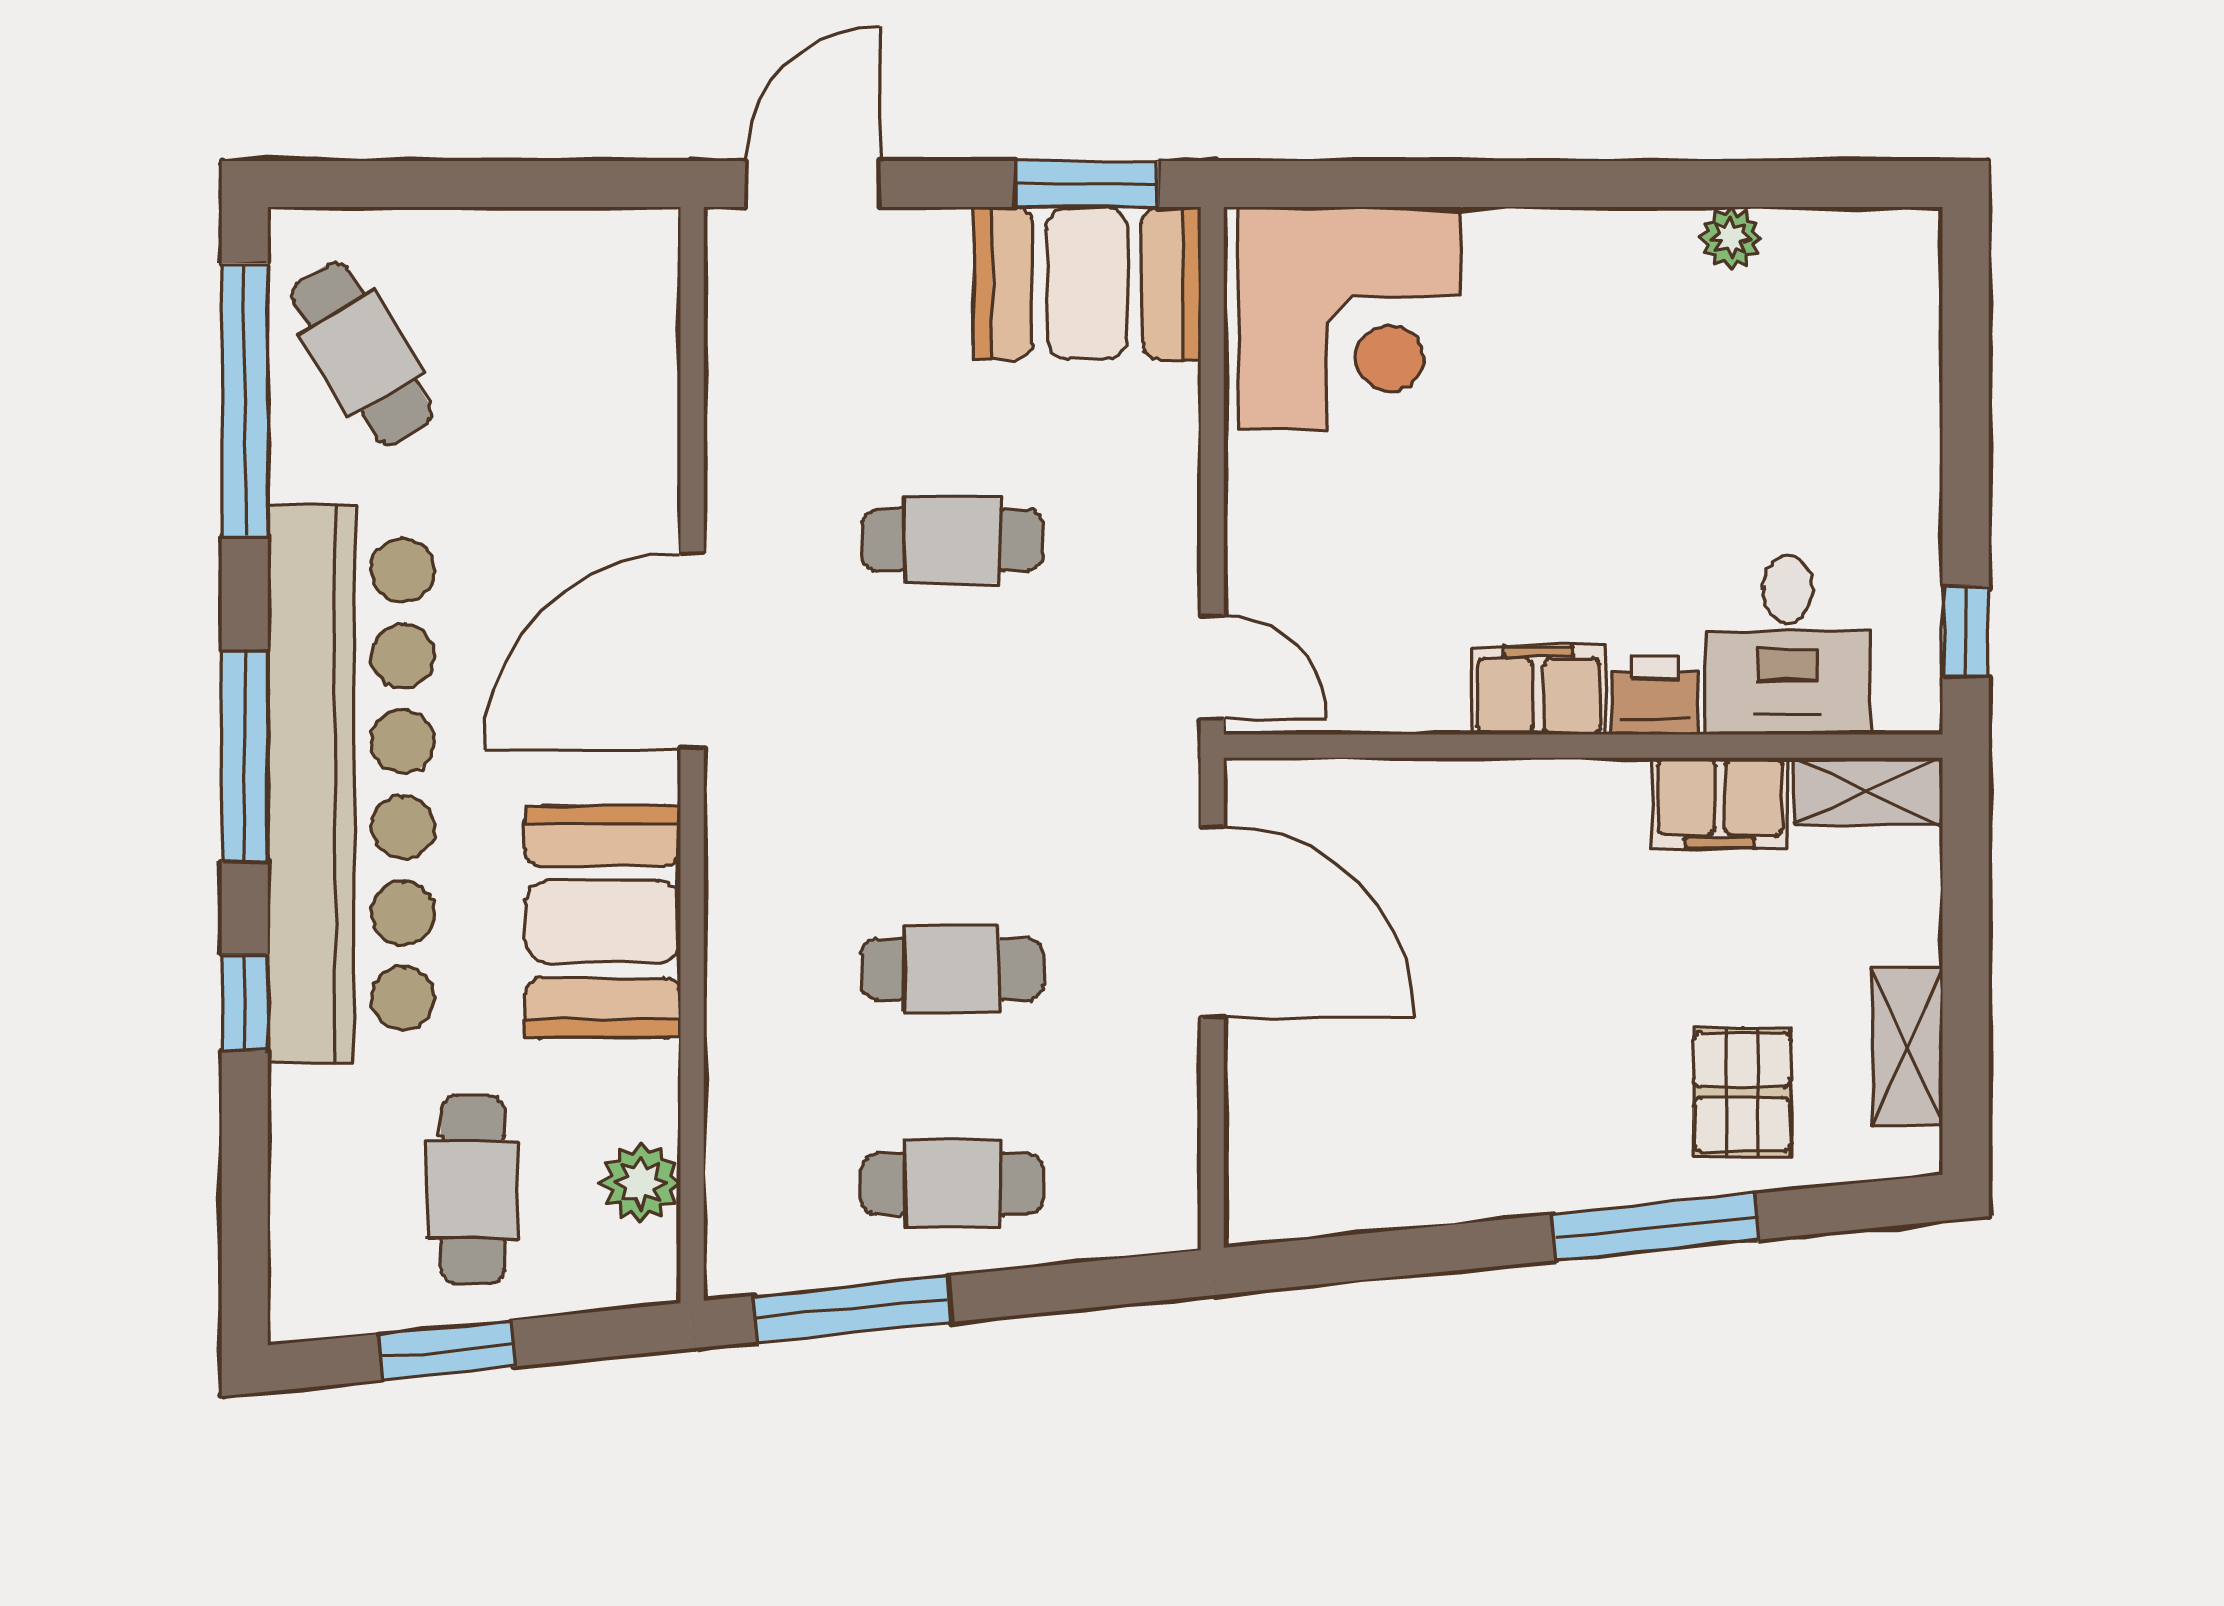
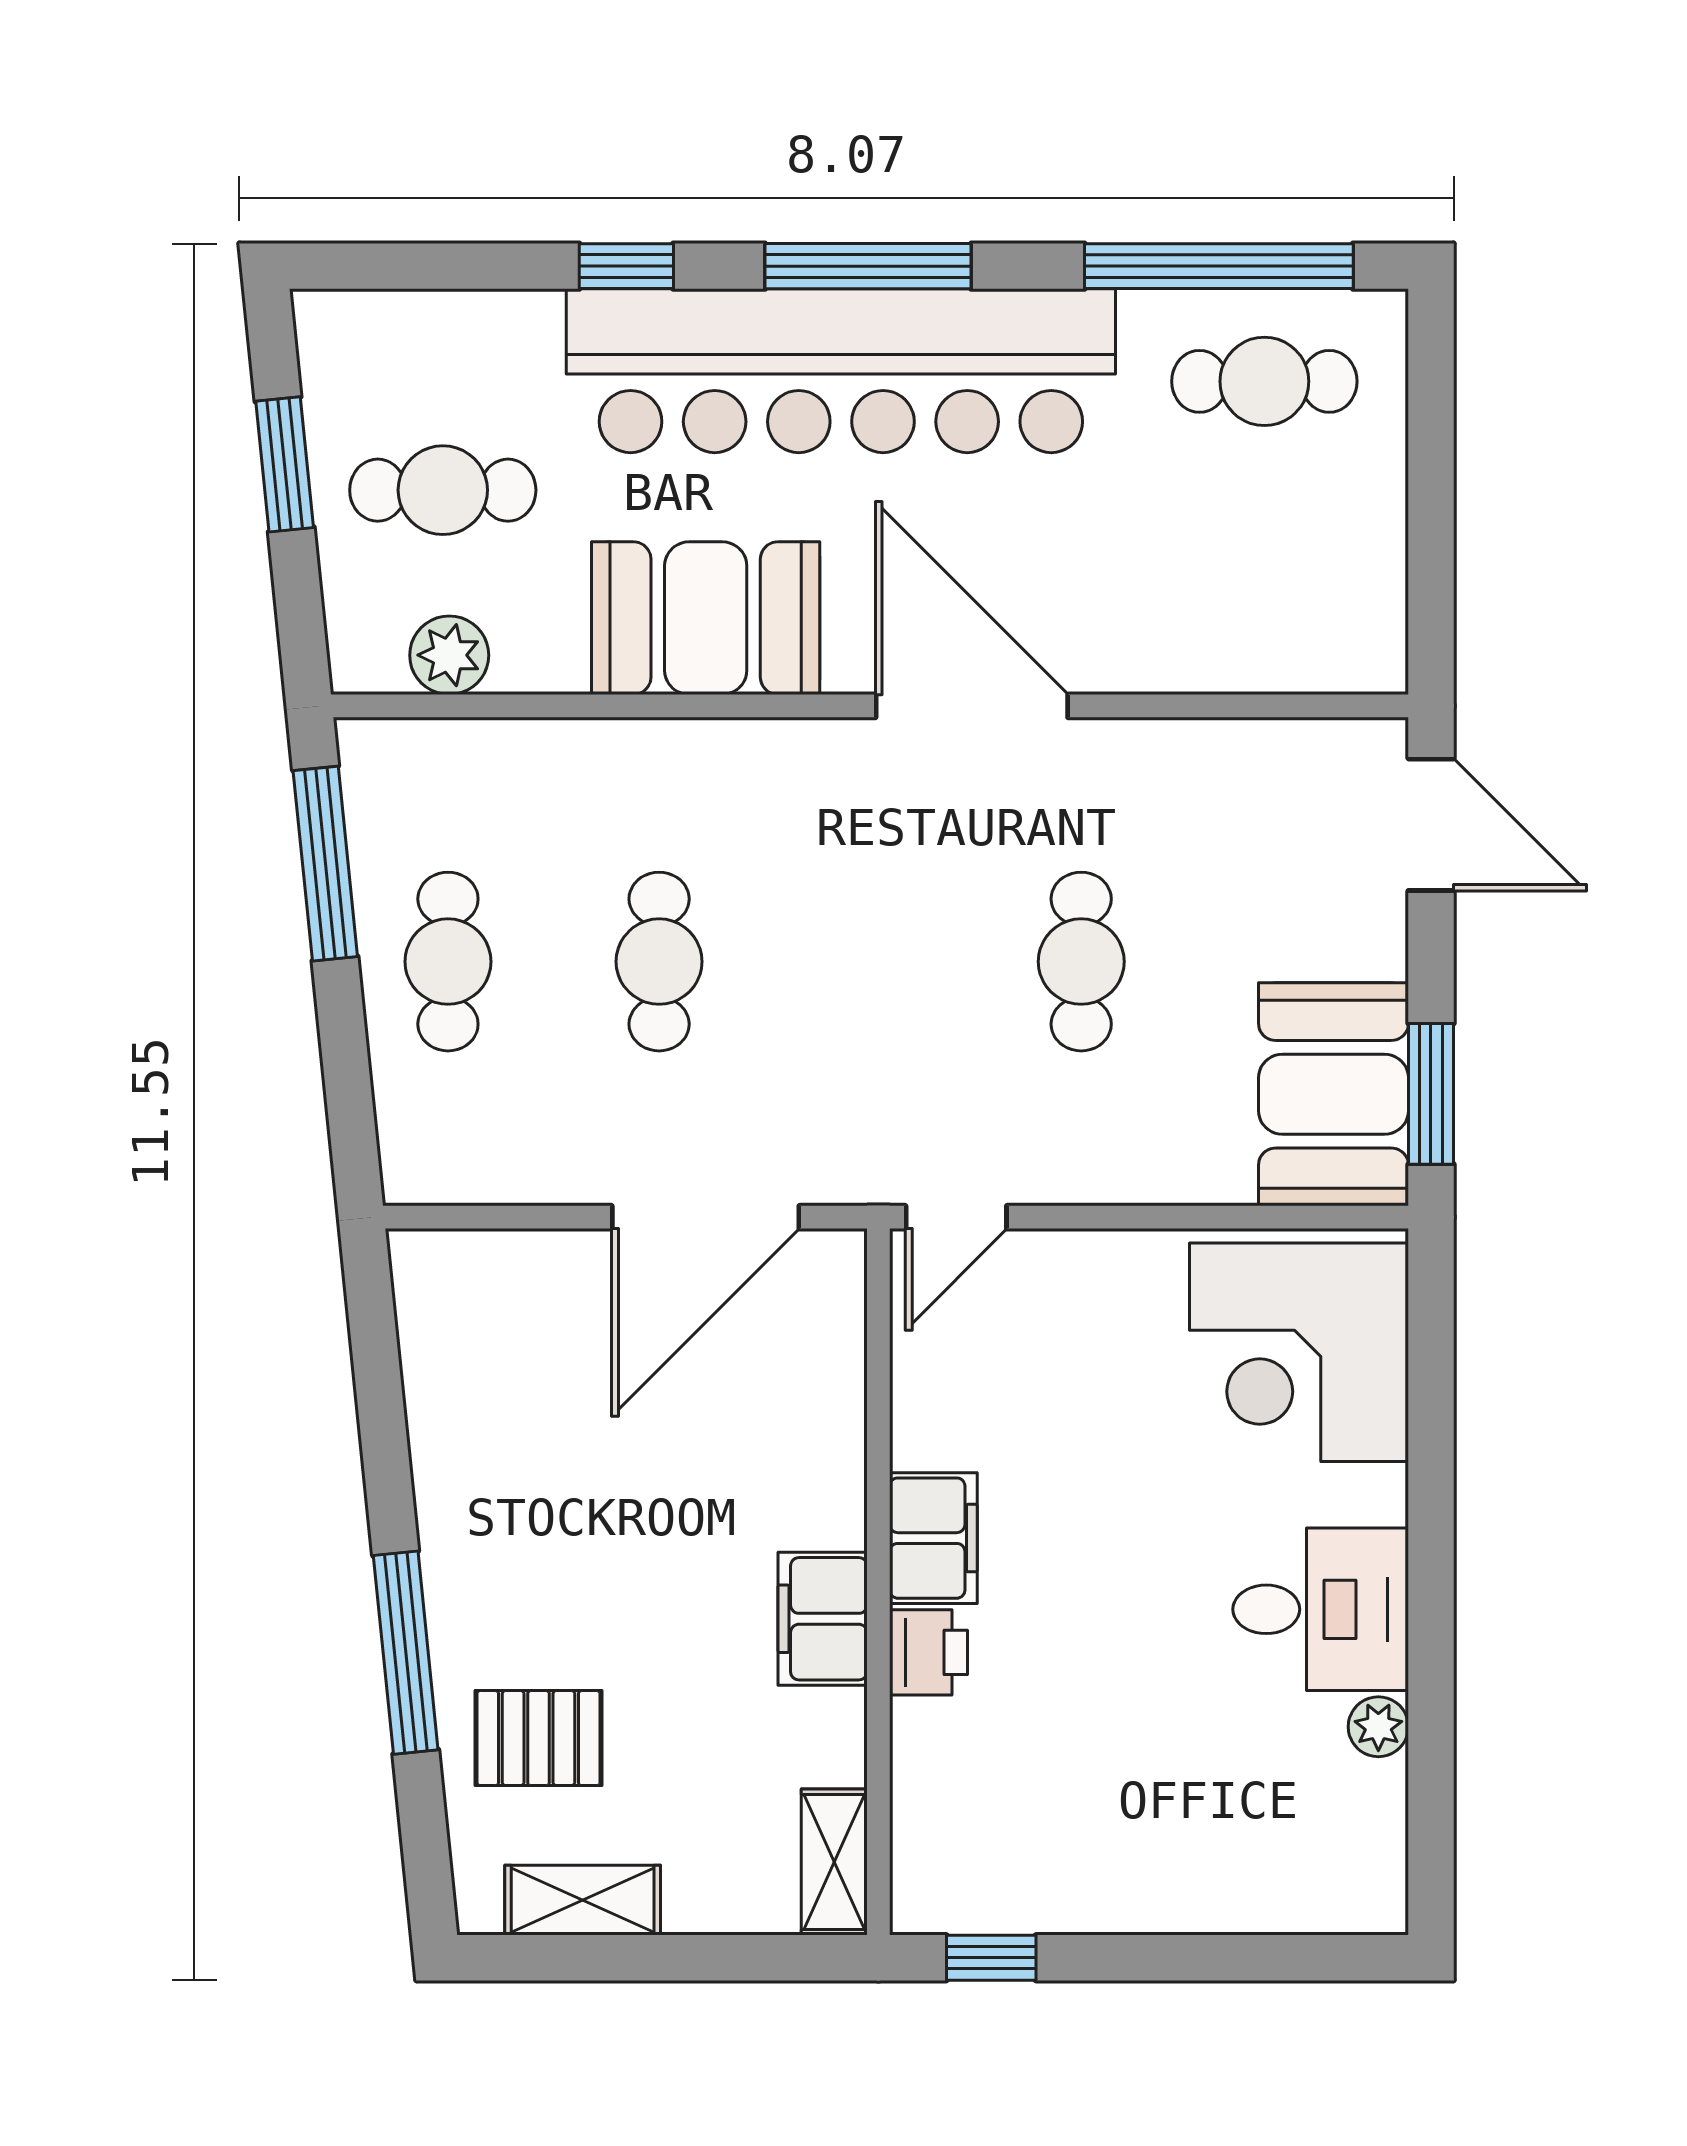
cafe table: (362, 353) -> (1264, 381), turned 31
desk: (1787, 645) -> (1321, 1609), moved, turned 180
filing cabinet: (1720, 803) -> (823, 1619), moved

